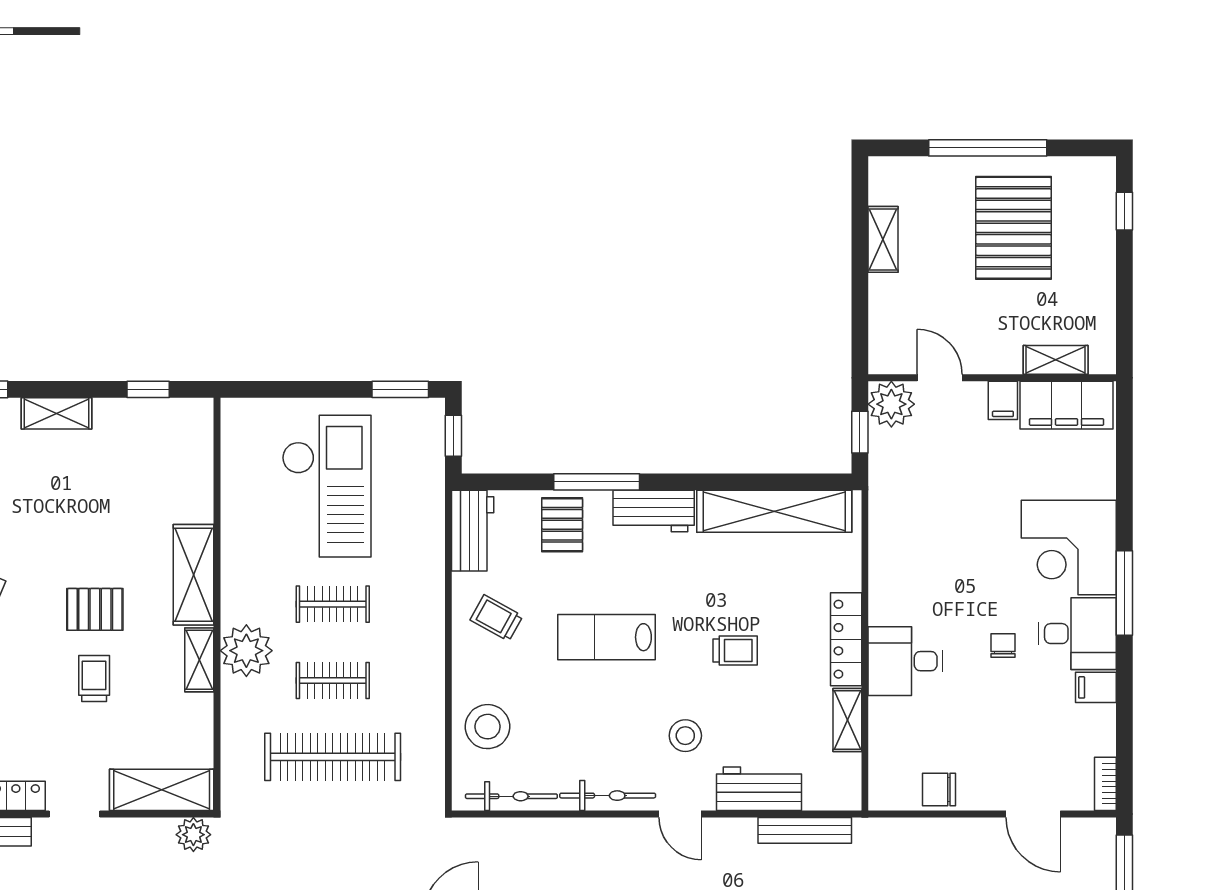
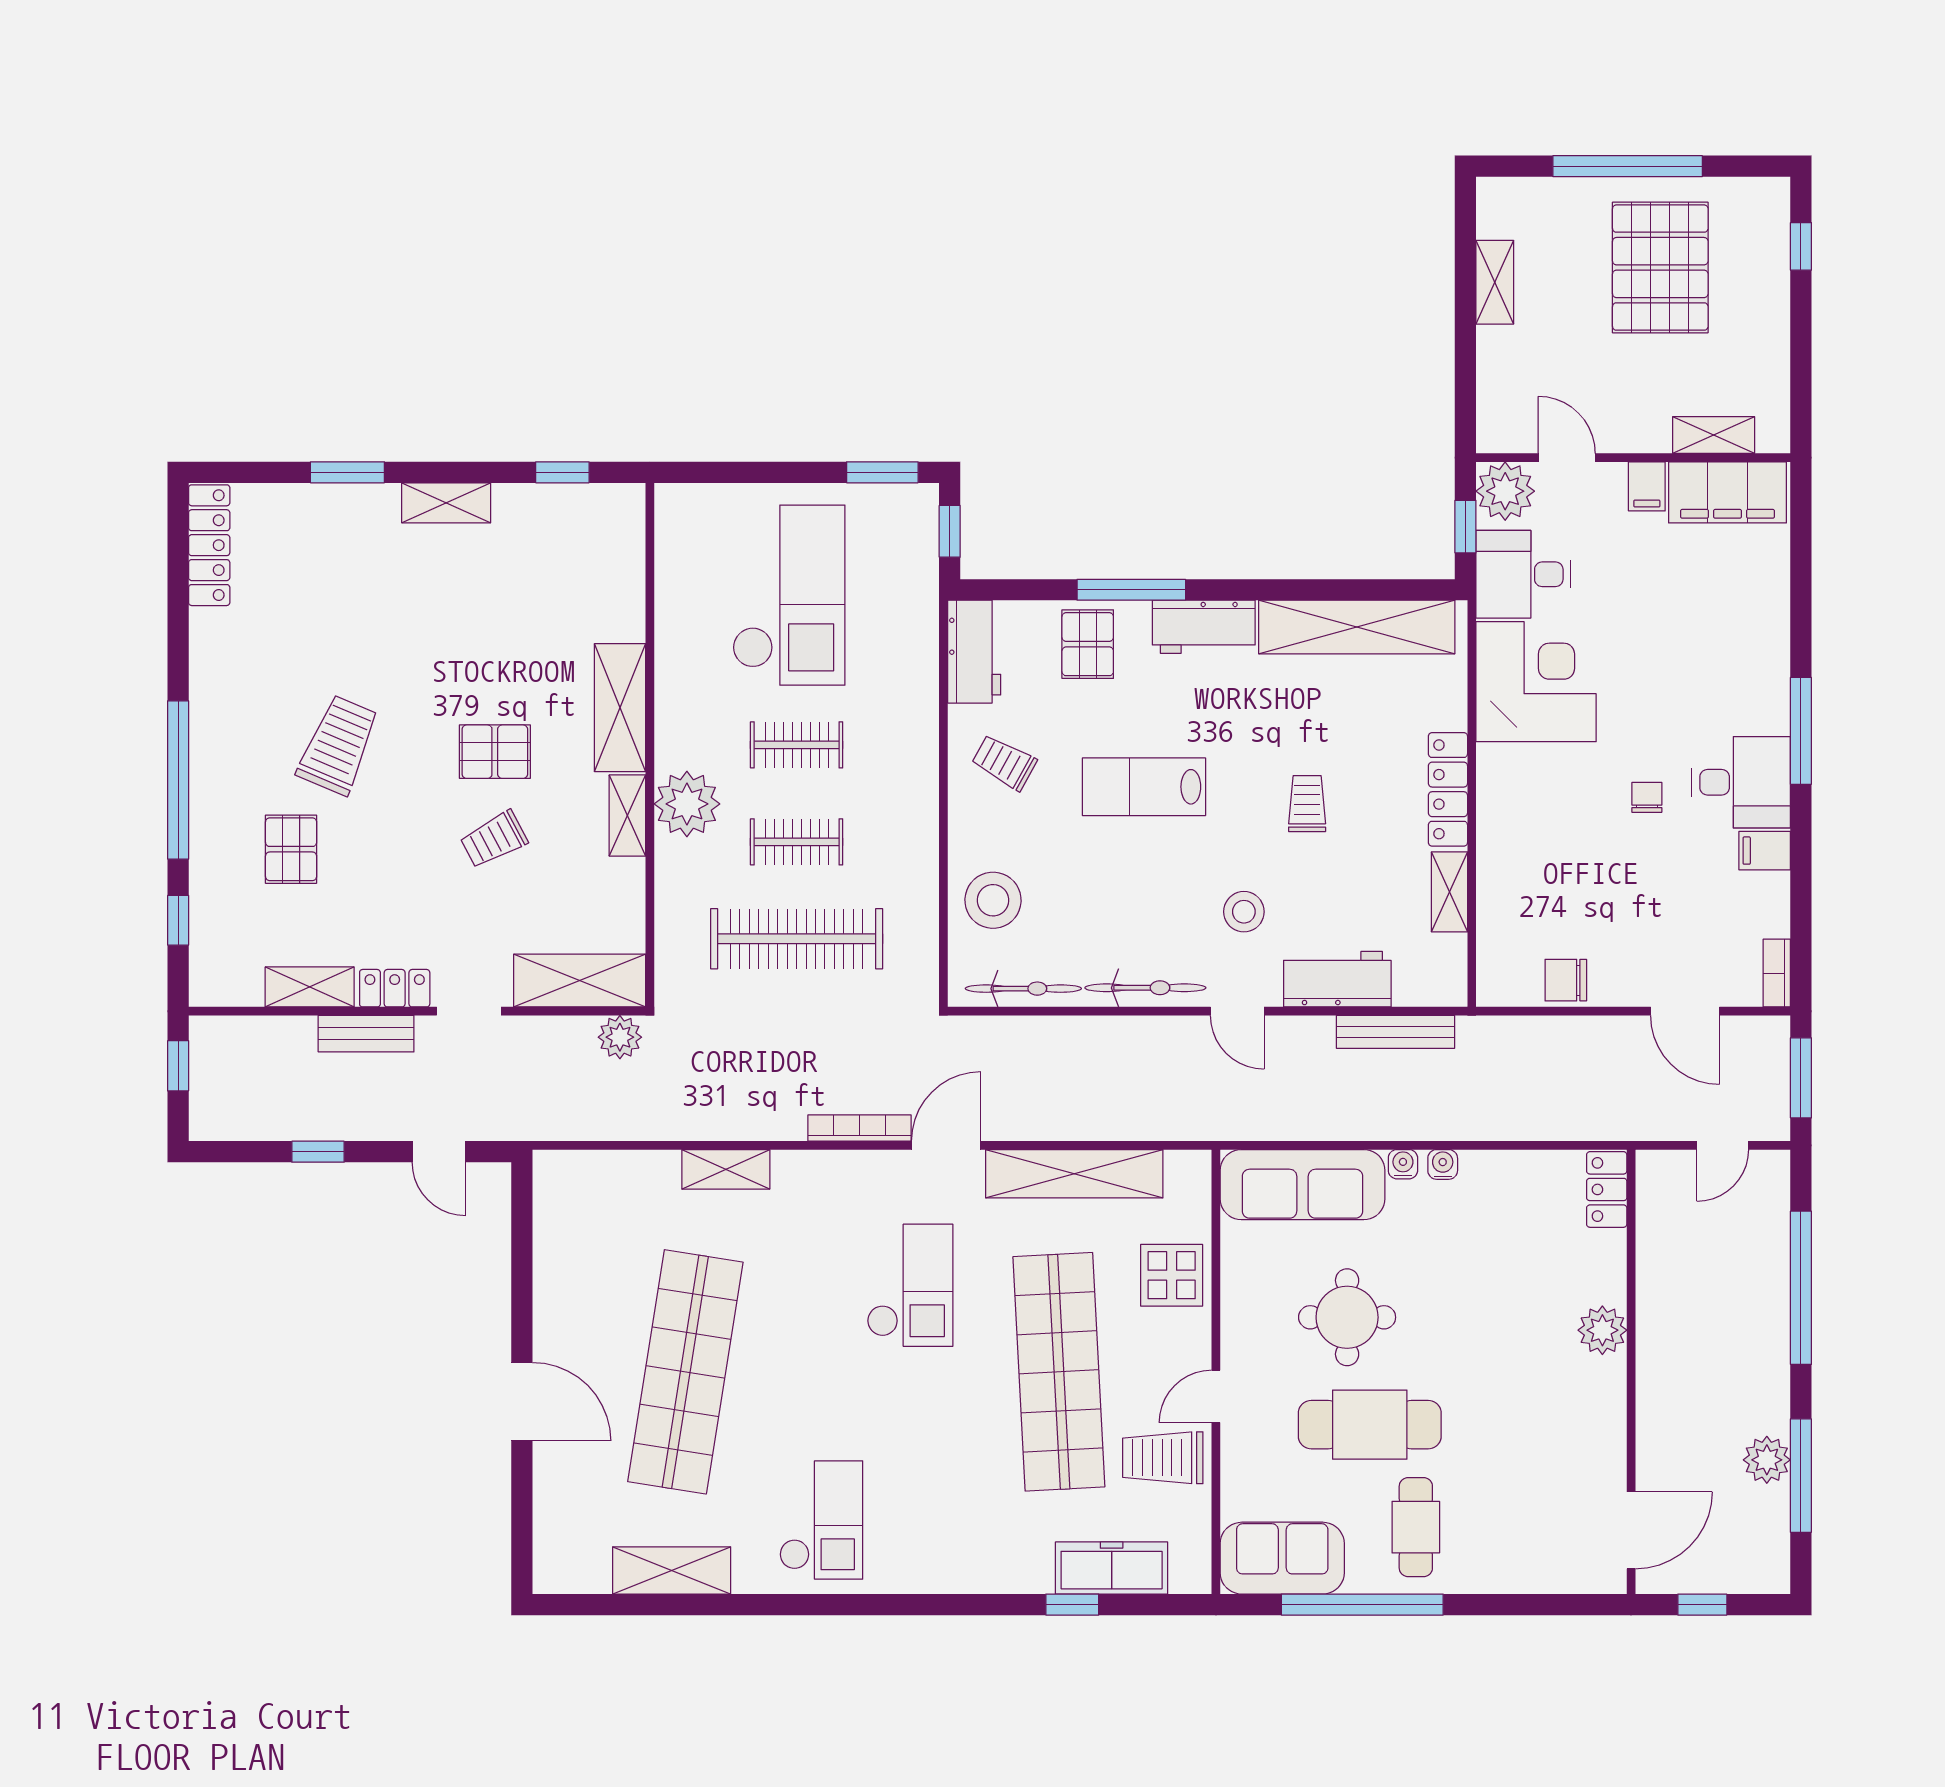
corner desk: (1069, 548) -> (1536, 682), moved, turned 180
trolley: (735, 650) -> (1307, 804), turned -90
desk: (906, 661) -> (1523, 574), moved
trolley: (94, 679) -> (494, 839), turned -118

